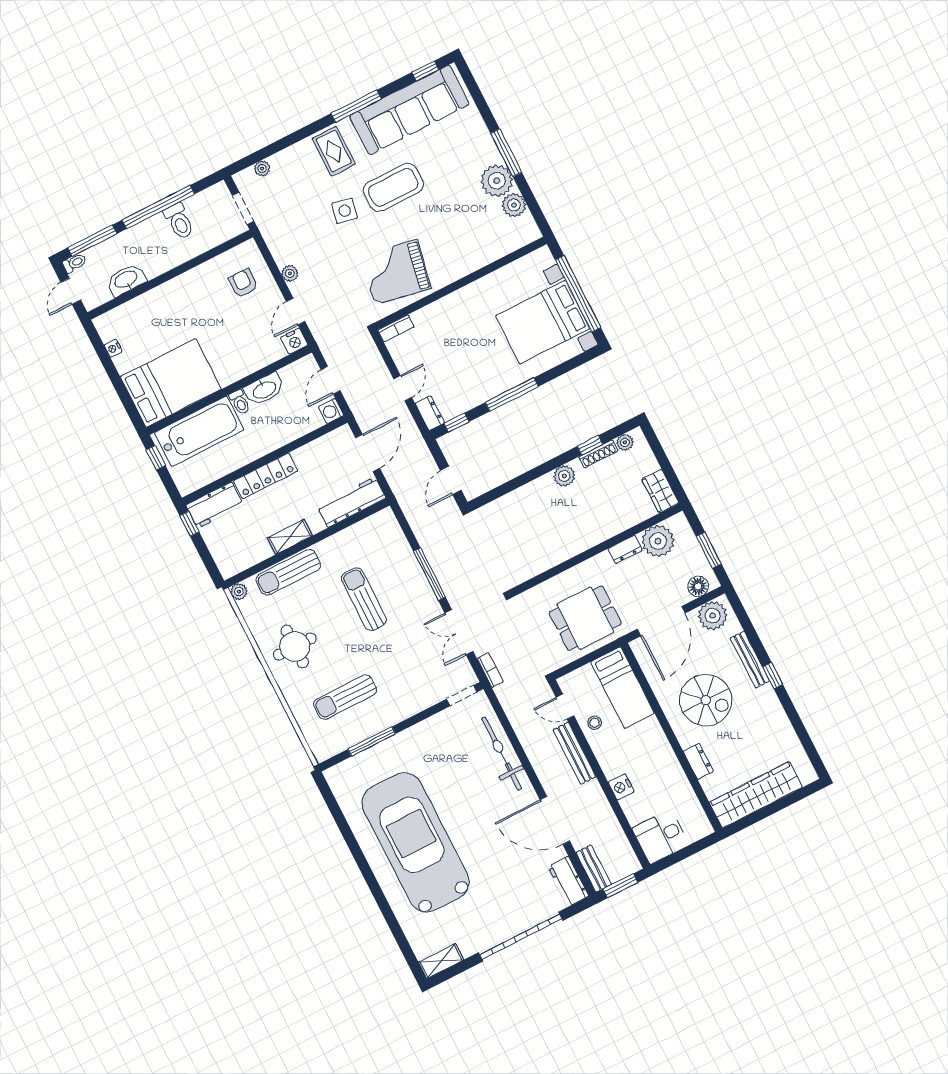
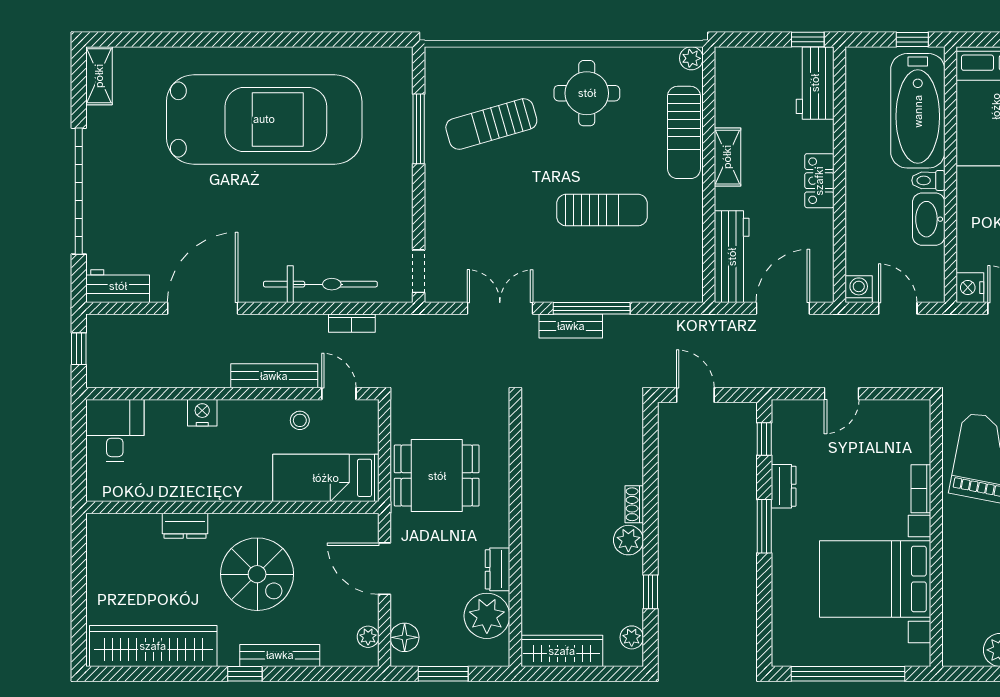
bed with nightstands: (543, 322) -> (875, 579), moved, turned -90
bookcase: (396, 328) -> (921, 489), moved
door: (403, 388) -> (842, 394), hinge flipped
window: (512, 394) -> (764, 526), width x0.69
dresser: (430, 413) -> (784, 486), moved, turned -90
door: (368, 453) -> (783, 308), swing flipped
shoe rack: (598, 454) -> (634, 504), moved, width x0.70
locker: (266, 476) -> (819, 181), width x0.66
wardrobe: (660, 491) -> (562, 651), width x1.50
sun lounger: (288, 572) -> (684, 132), turned 180
plant: (713, 616) -> (368, 637), width x0.53, depth x0.53
dining table: (585, 618) -> (437, 476), turned 90
door: (661, 621) -> (384, 569), width x0.73
bookcase: (490, 670) -> (352, 323), moved
sun lounger: (345, 697) -> (491, 124), turned -106
spiral stairs: (706, 700) -> (257, 574), turned -90
door: (565, 707) -> (339, 394), hinge flipped
wardrobe: (756, 795) -> (153, 646), moved, turned -90
bench: (594, 869) -> (571, 326), moved
window: (620, 886) -> (79, 349), width x0.67

